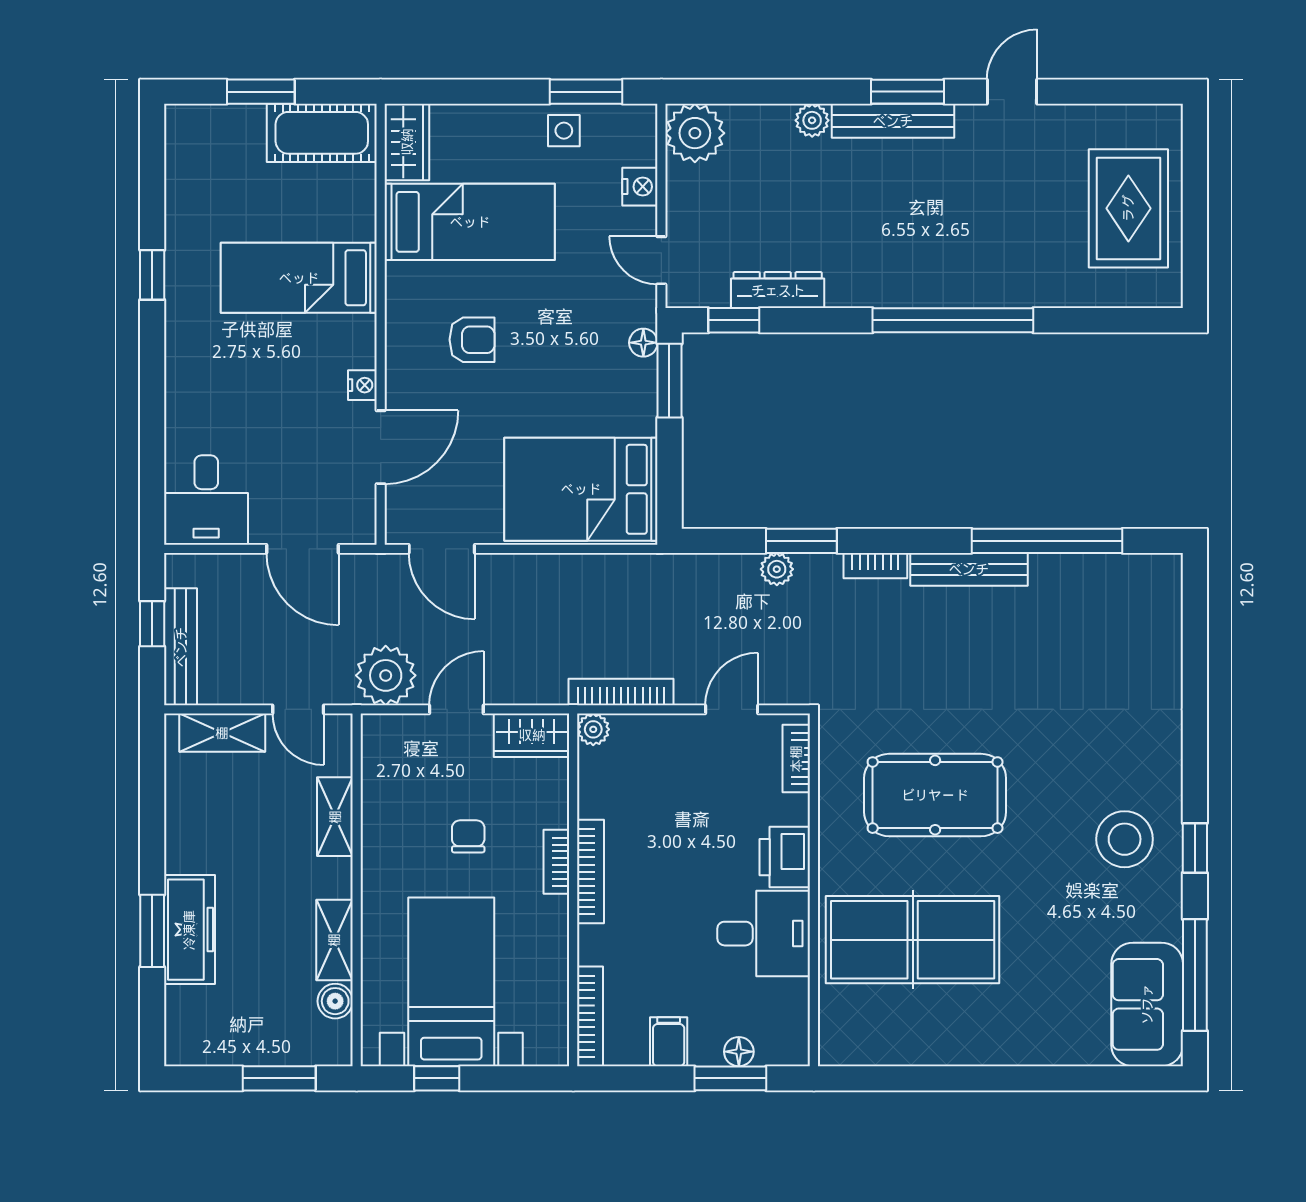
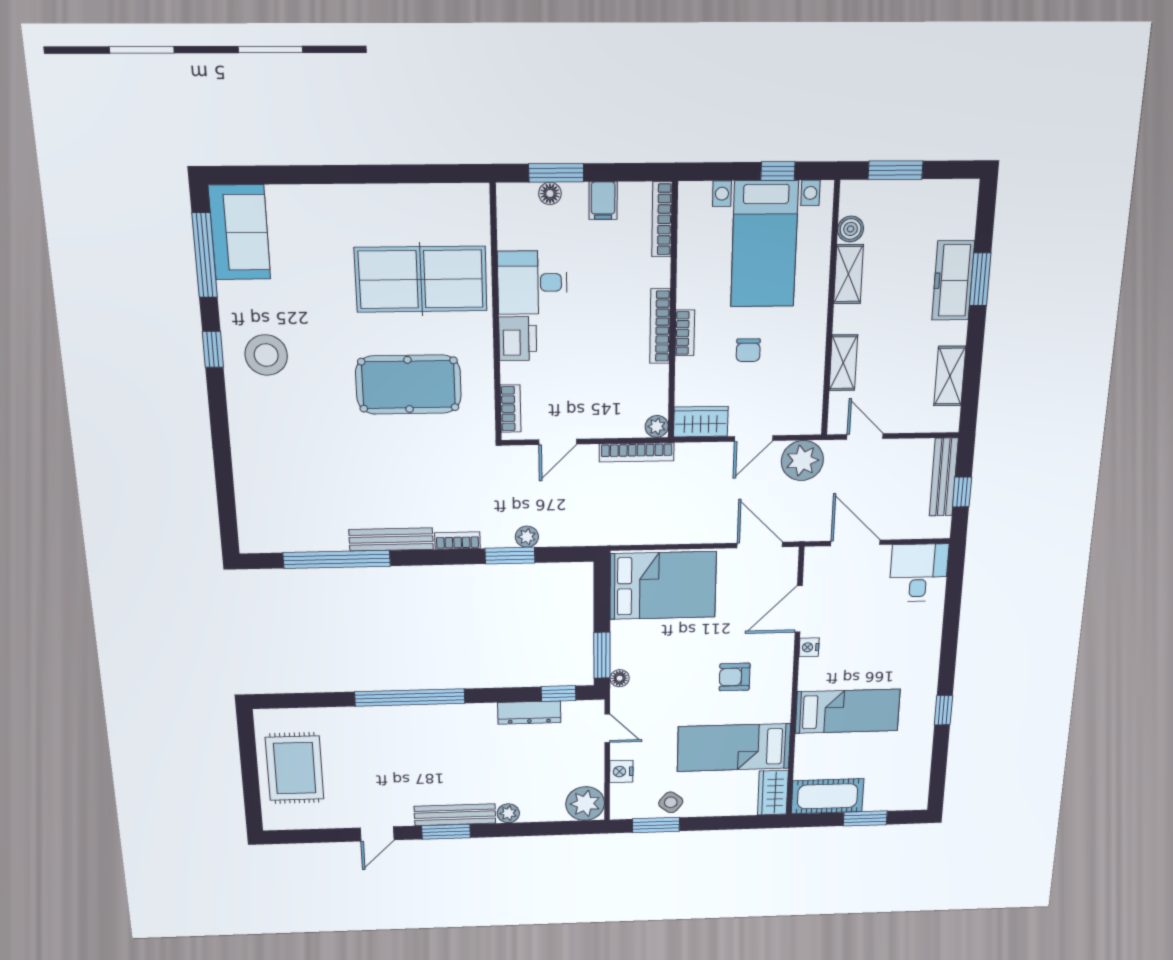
side table: (564, 131) -> (671, 802), turned 38
shelving: (222, 733) -> (950, 376), moved, turned 90

